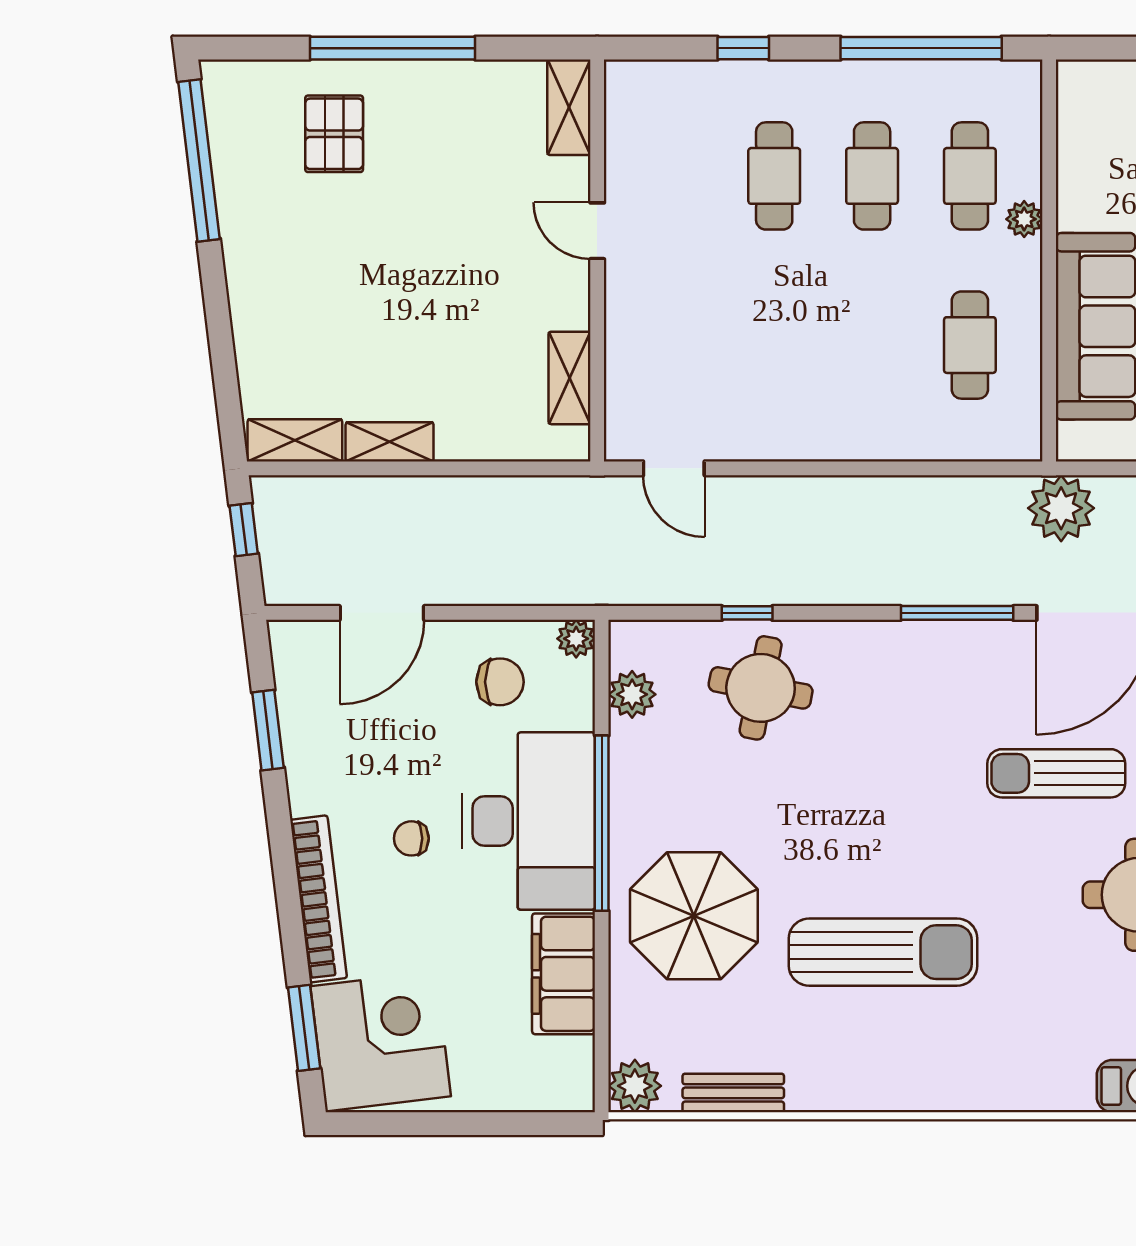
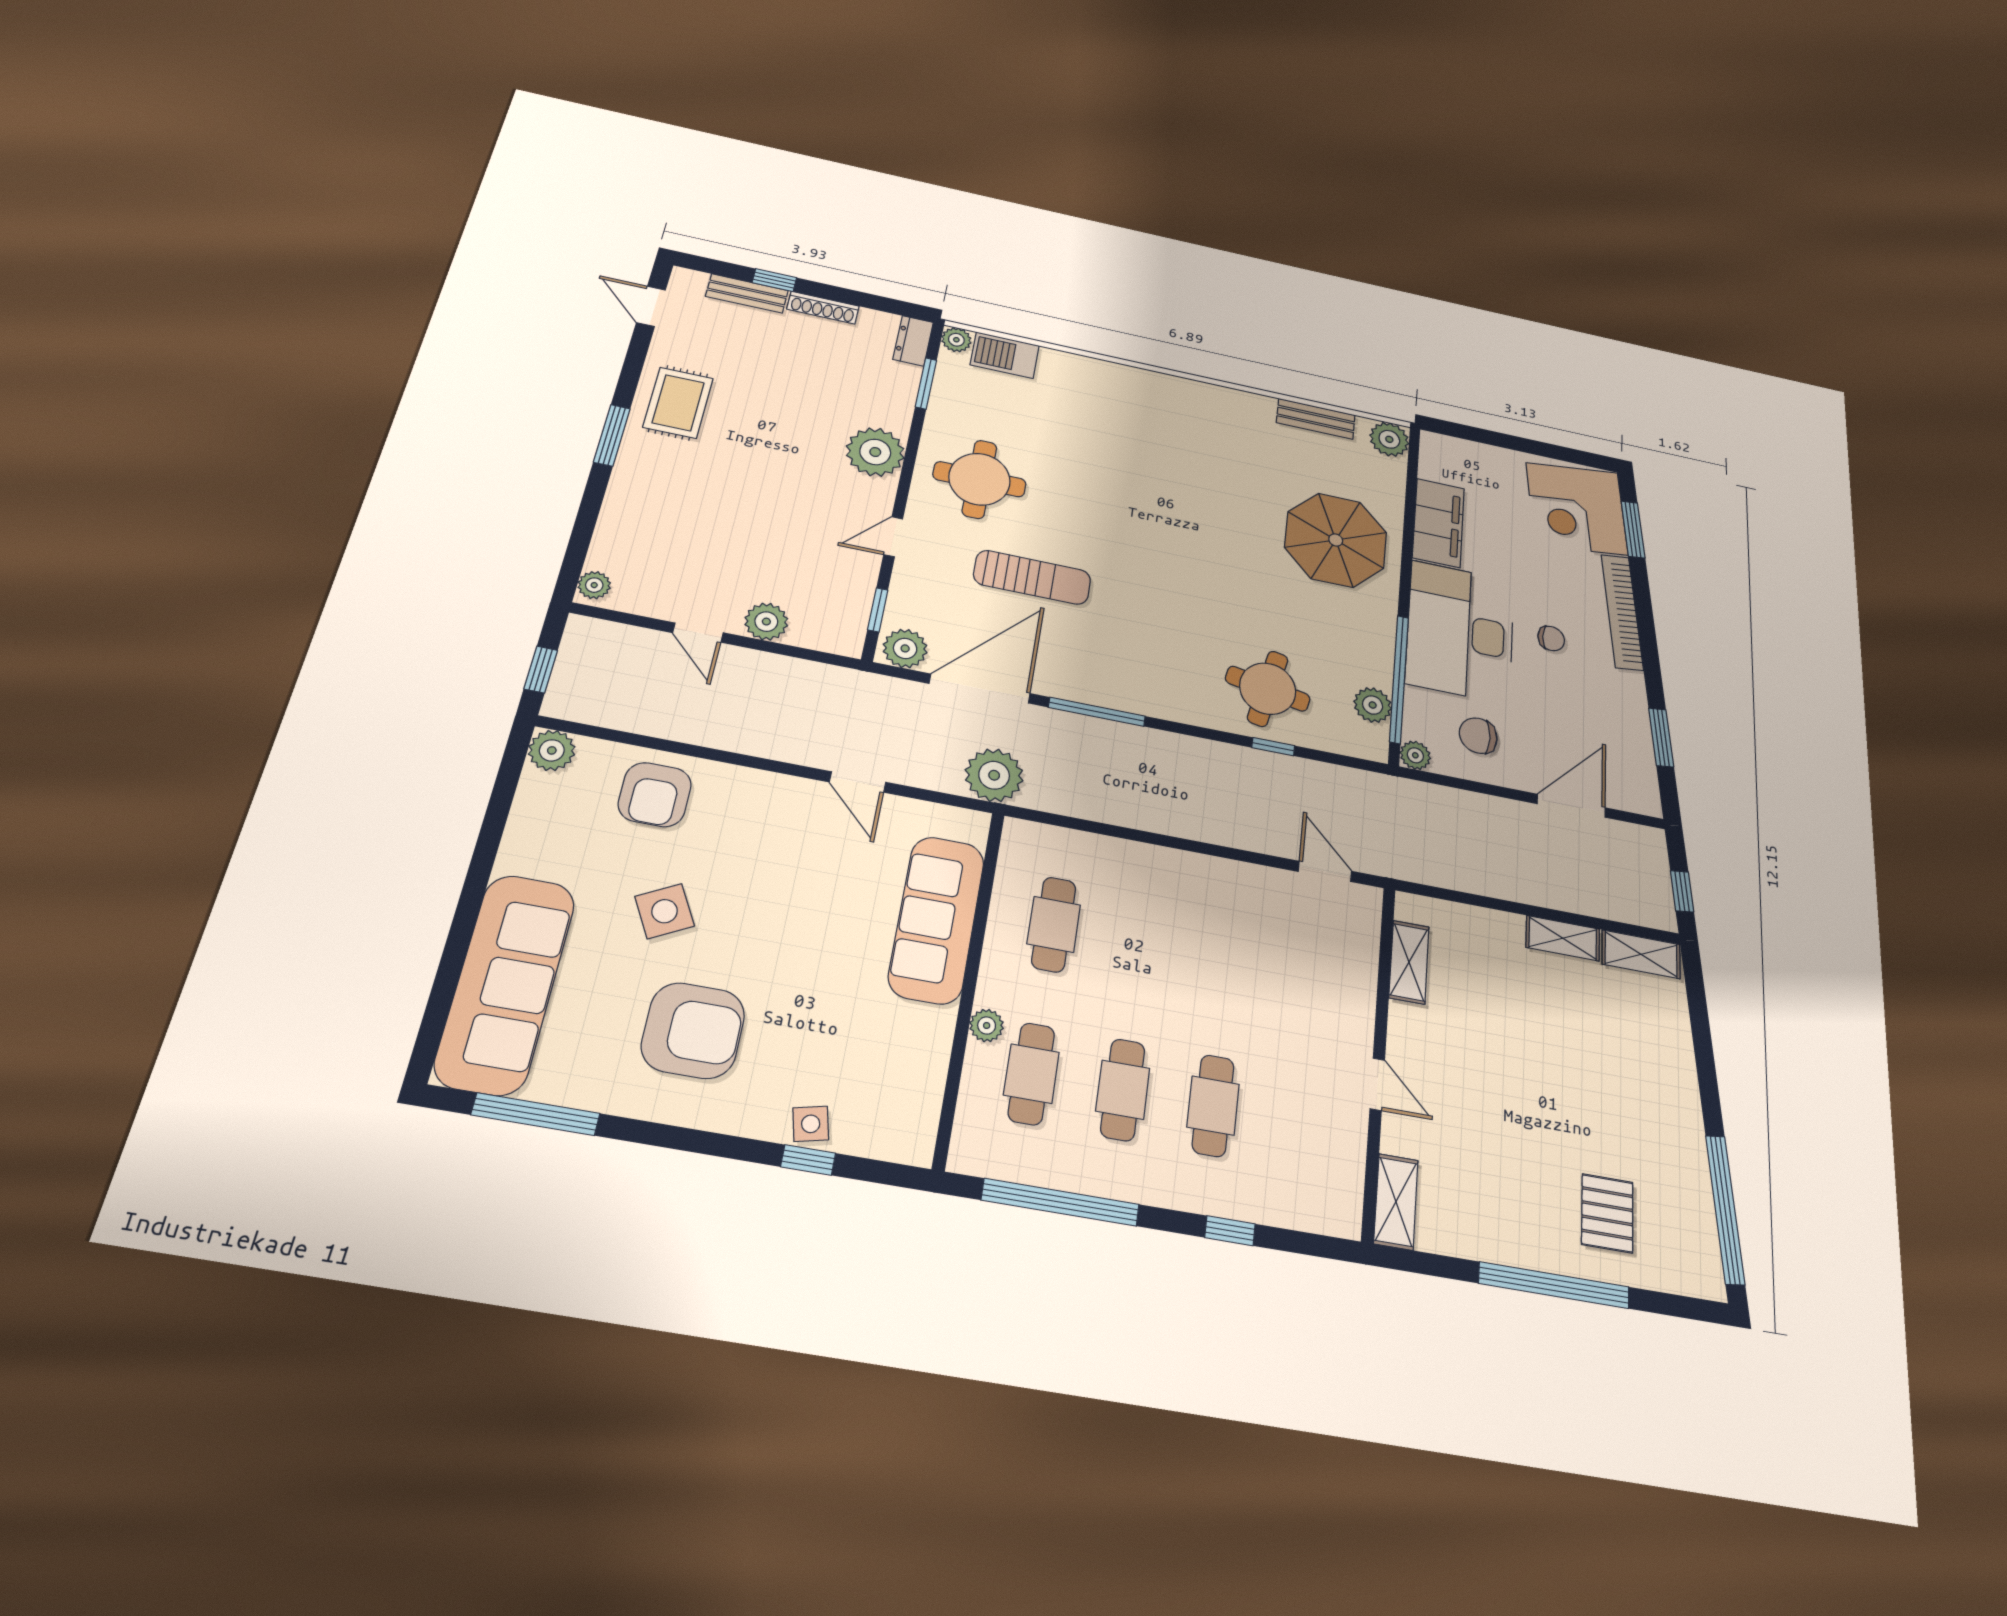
window: (602, 823) -> (1399, 679), moved
sun lounger: (883, 952) -> (1190, 484), removed

